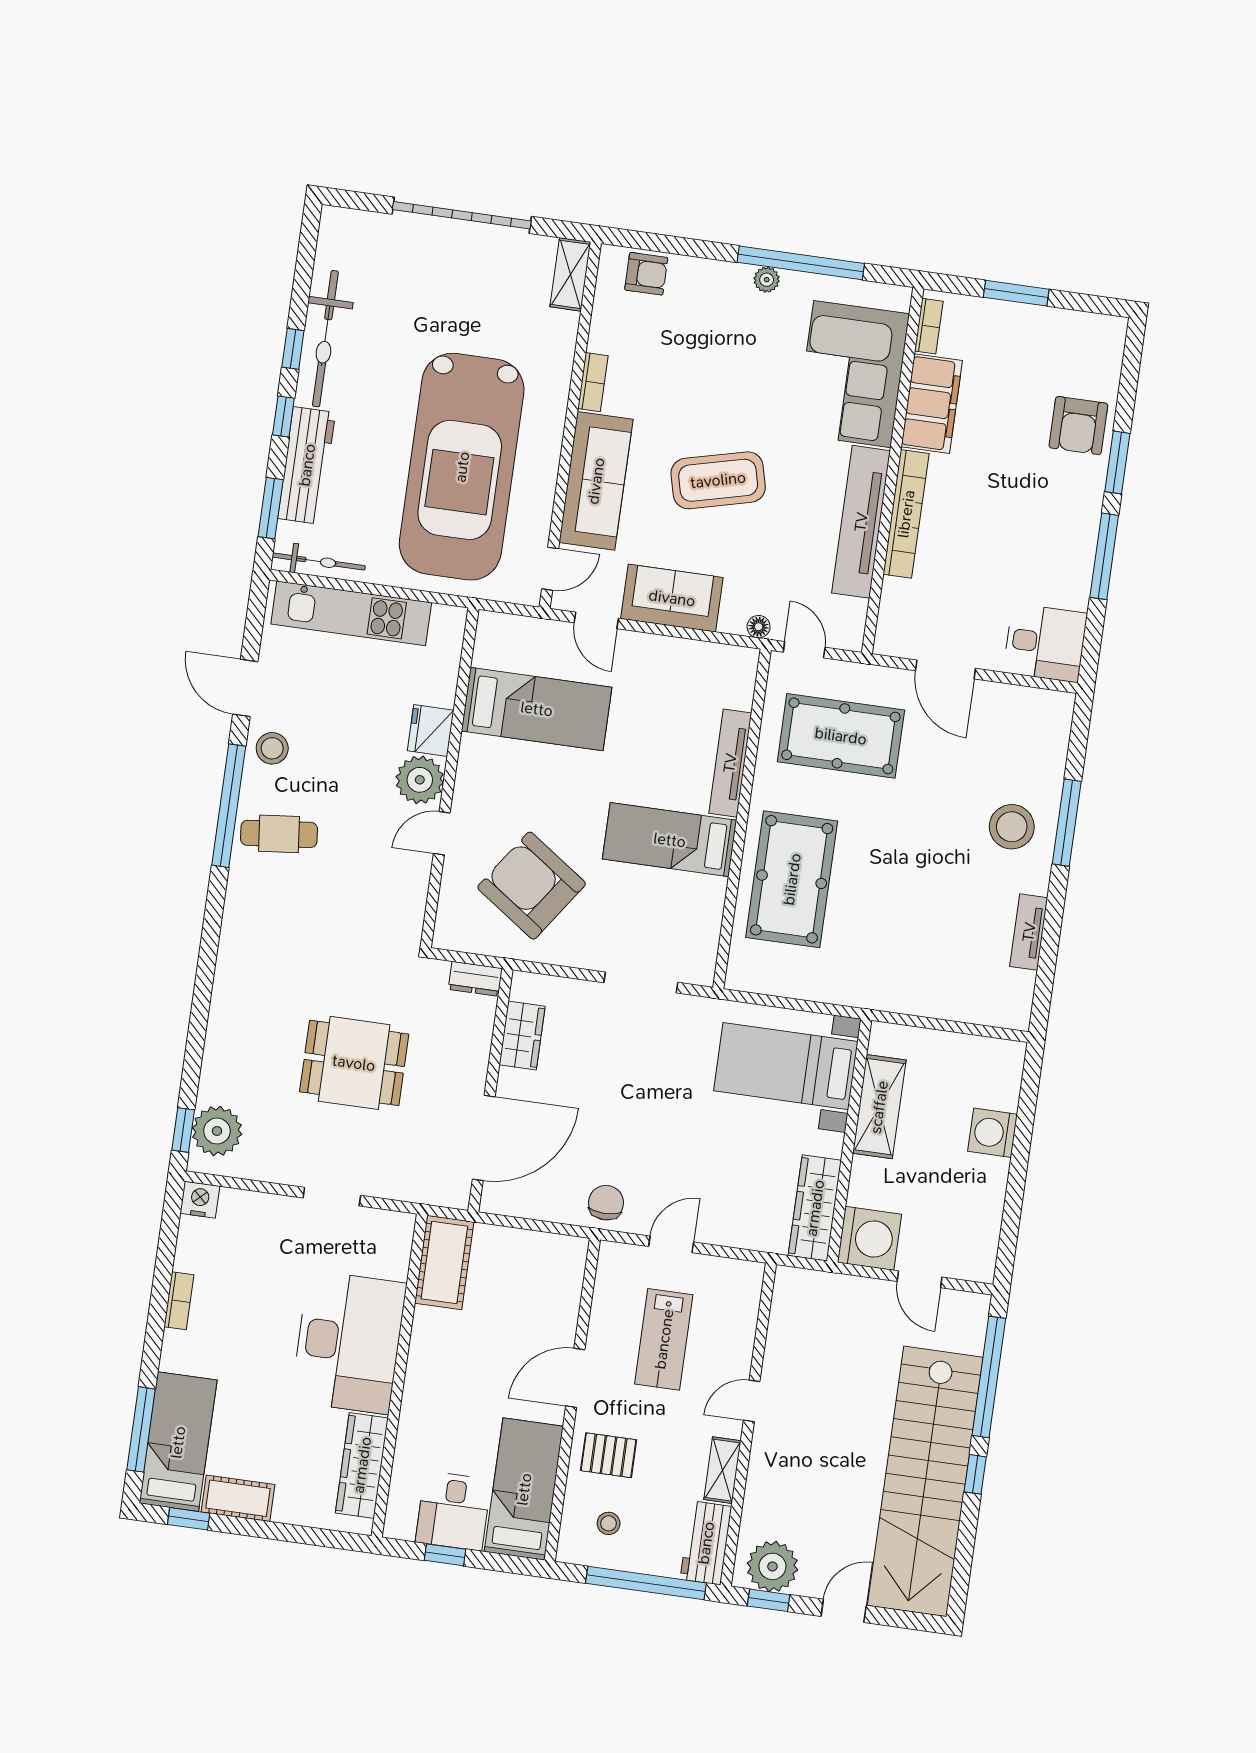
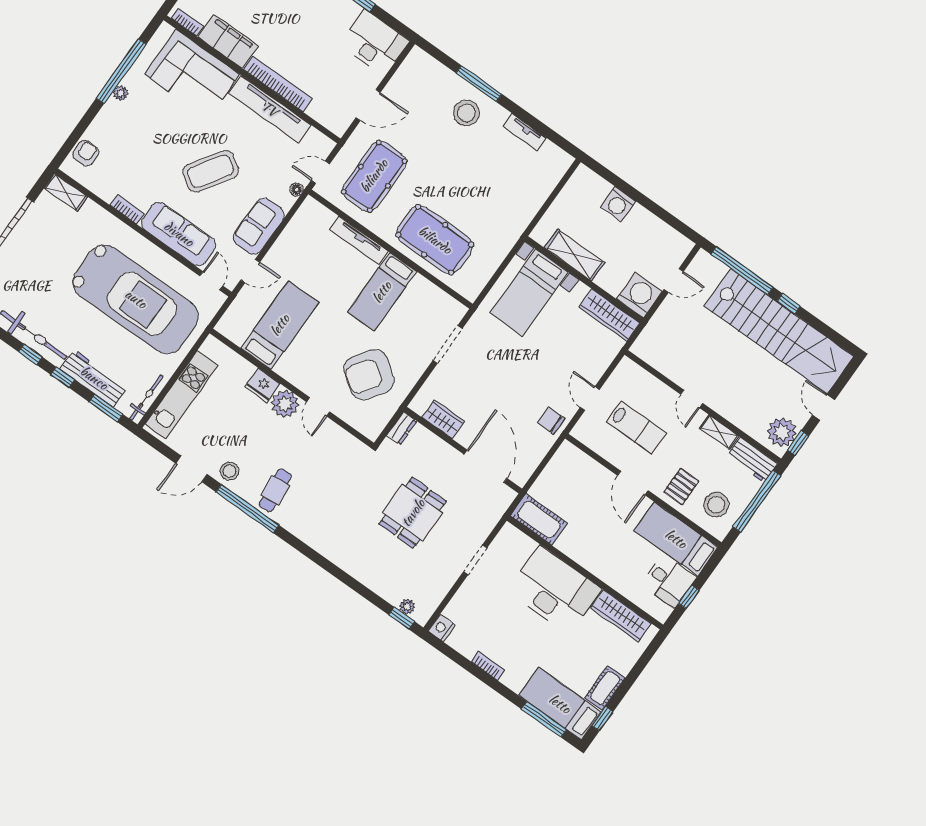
coffee table: (718, 480) -> (211, 171), turned 47
desk: (1045, 643) -> (375, 42), width x1.37
plant: (217, 1131) -> (407, 607), width x0.53, depth x0.53
stool: (609, 1523) -> (716, 505), width x1.89, depth x1.89

